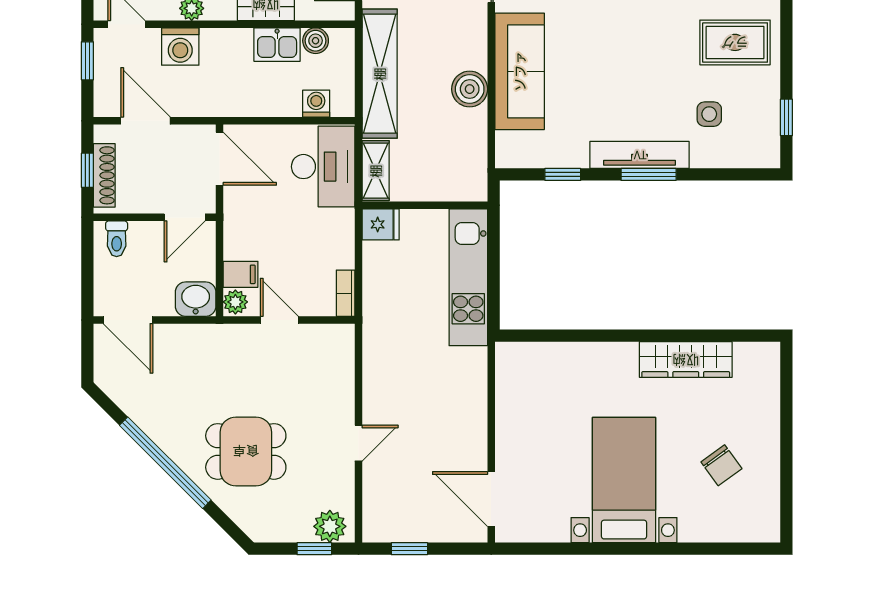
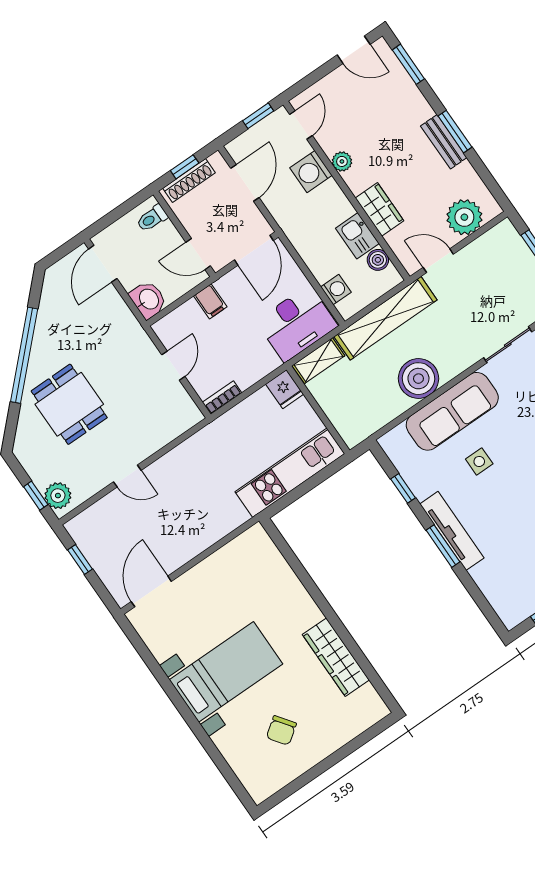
boiler: (470, 89) -> (418, 379), width x1.37, depth x1.37
side table: (709, 114) -> (479, 461), moved
filing cabinet: (241, 274) -> (210, 301), moved
plant: (235, 302) -> (165, 328), removed

